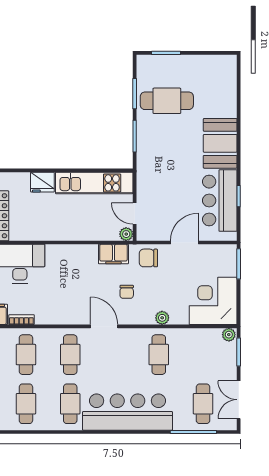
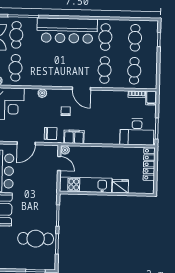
cafe table: (159, 355) -> (16, 68), moved

